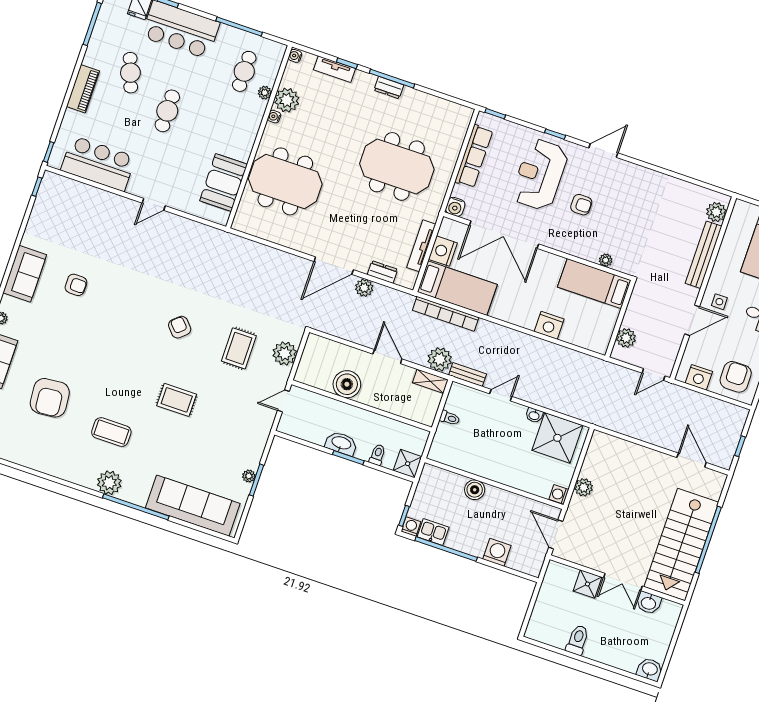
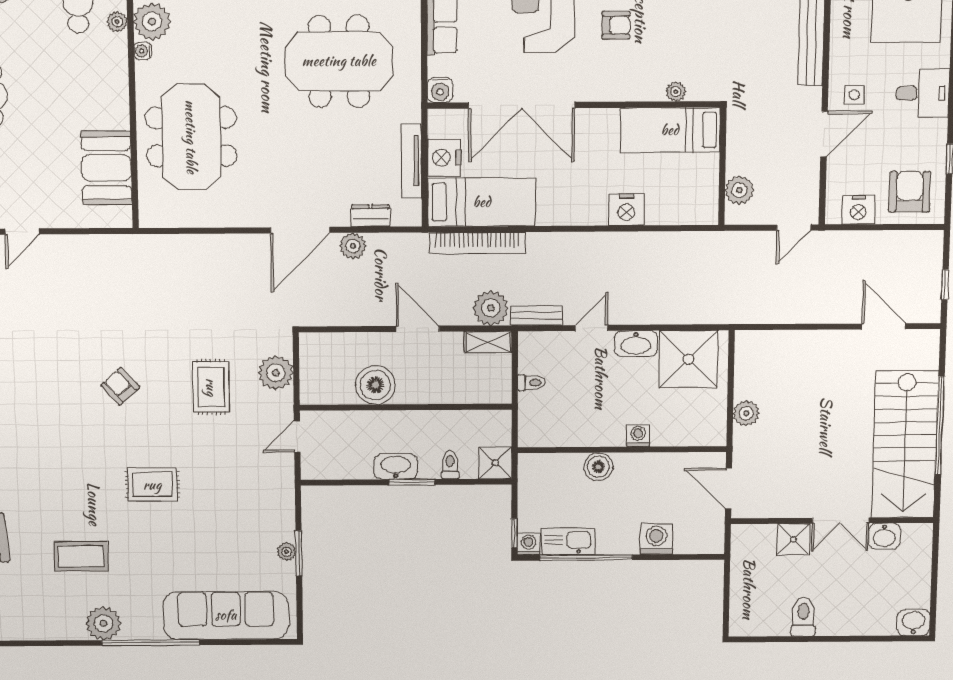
meeting table: (285, 181) -> (191, 137), turned 90
washbasin: (534, 415) -> (636, 344), width x1.91, depth x1.45
washing machine: (559, 494) -> (638, 436), moved, turned 90
kitchen sink: (433, 532) -> (568, 541), width x1.38

